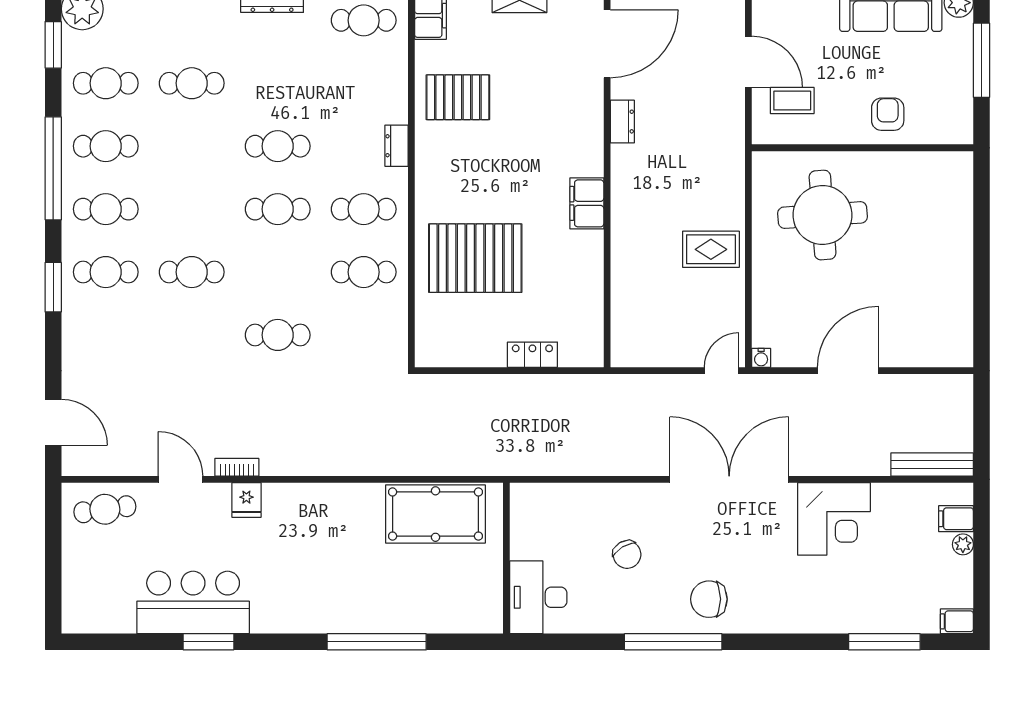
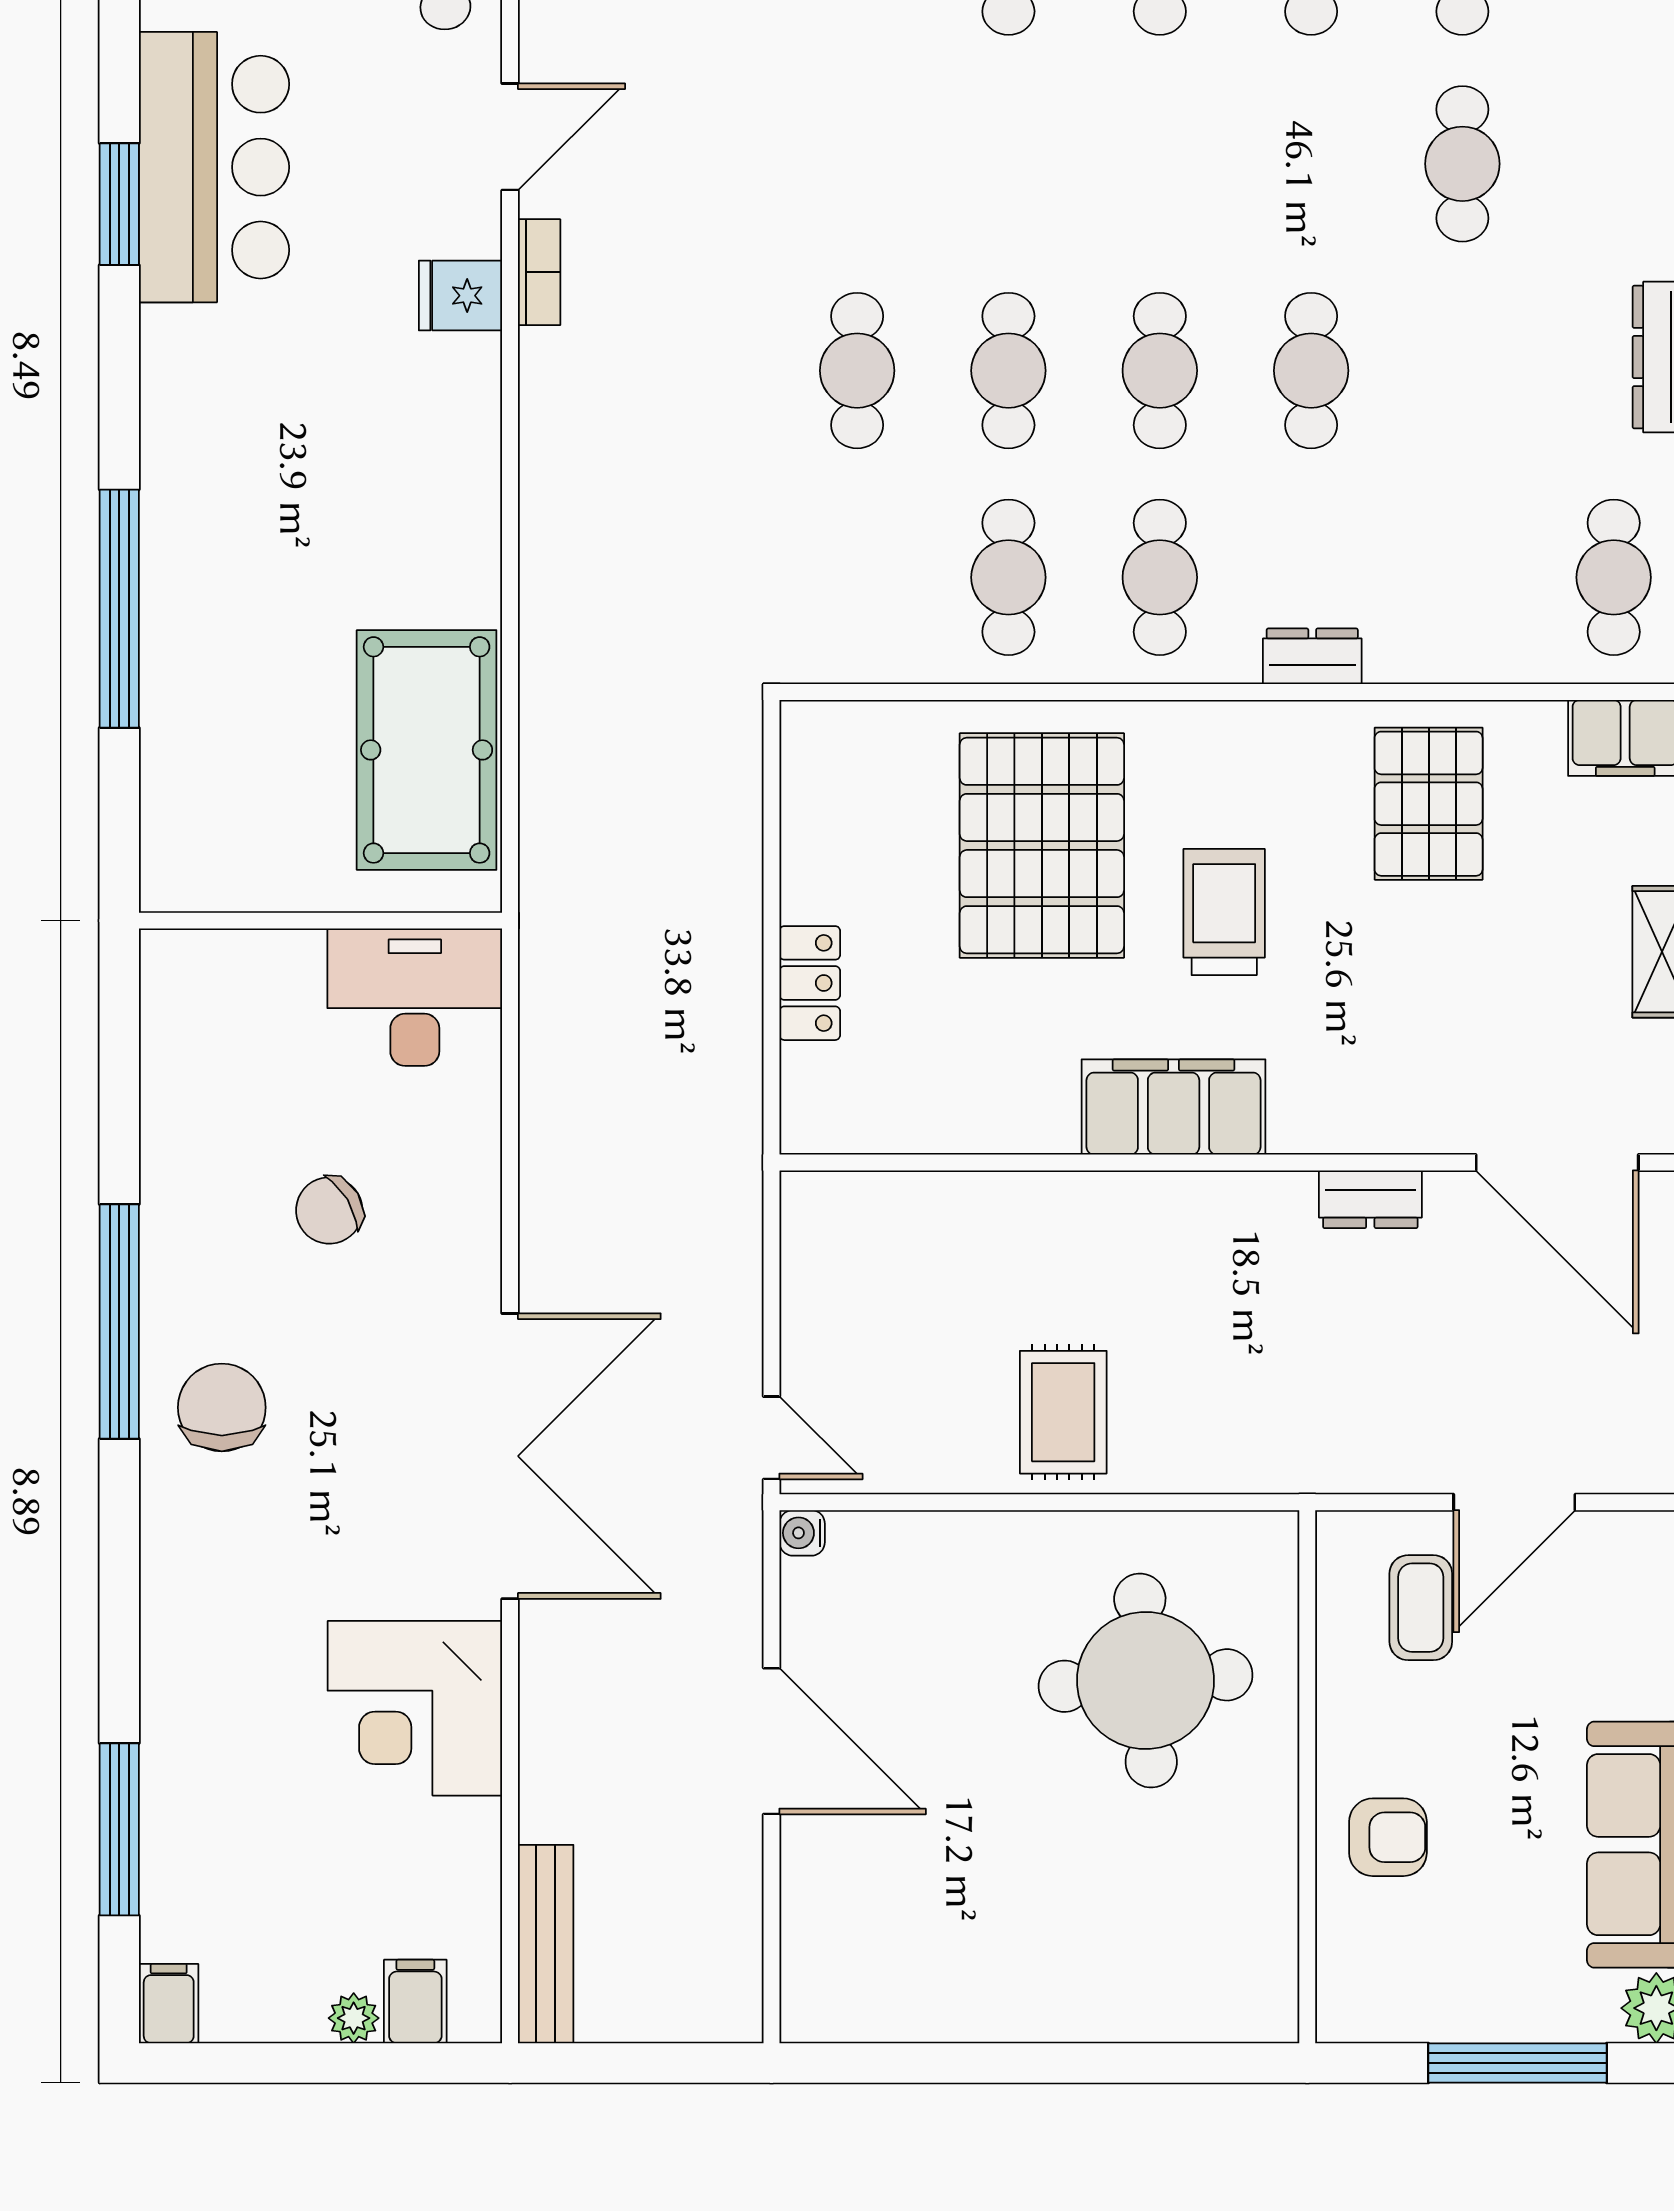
trolley: (503, 182) -> (1224, 912), added
filing cabinet: (587, 203) -> (1174, 1107), width x1.50, depth x1.17
cafe table: (192, 272) -> (1008, 371), moved
desk: (538, 597) -> (415, 997), moved

